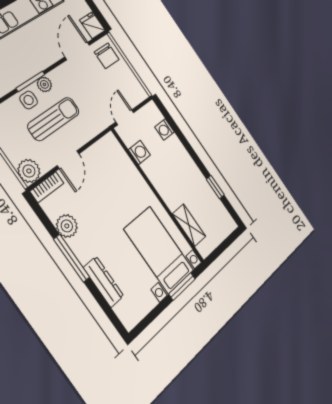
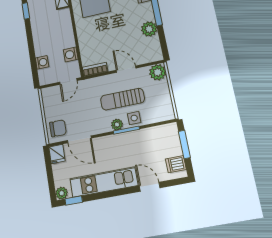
door: (77, 51) -> (79, 139), hinge flipped
chair: (107, 56) -> (58, 128), turned 90
door: (68, 160) -> (126, 69), hinge flipped
bookcase: (47, 187) -> (95, 69), moved

